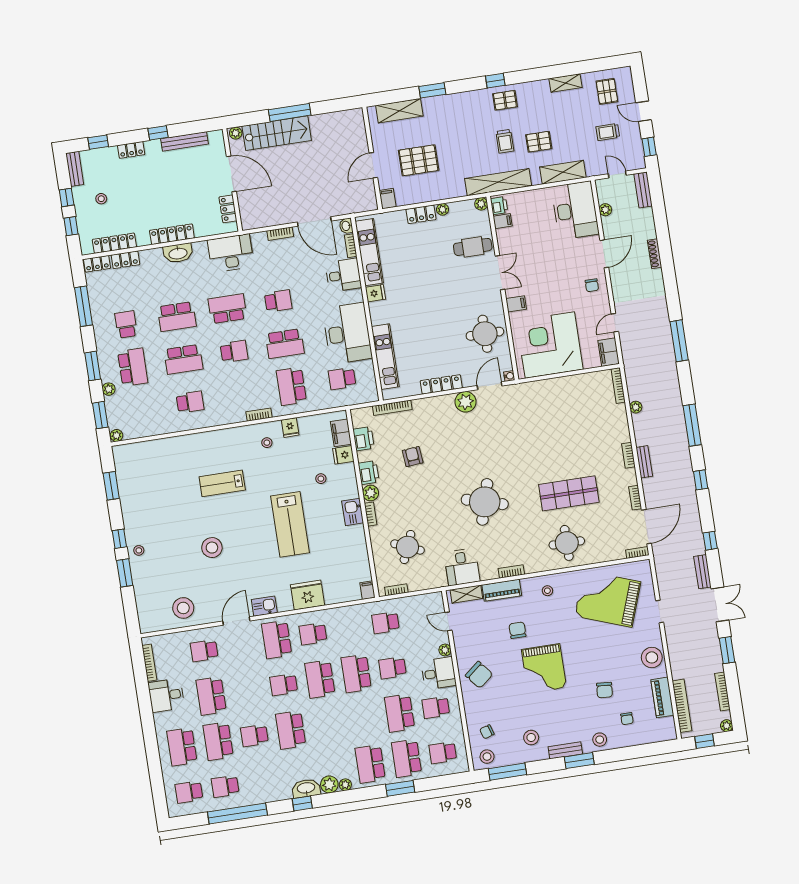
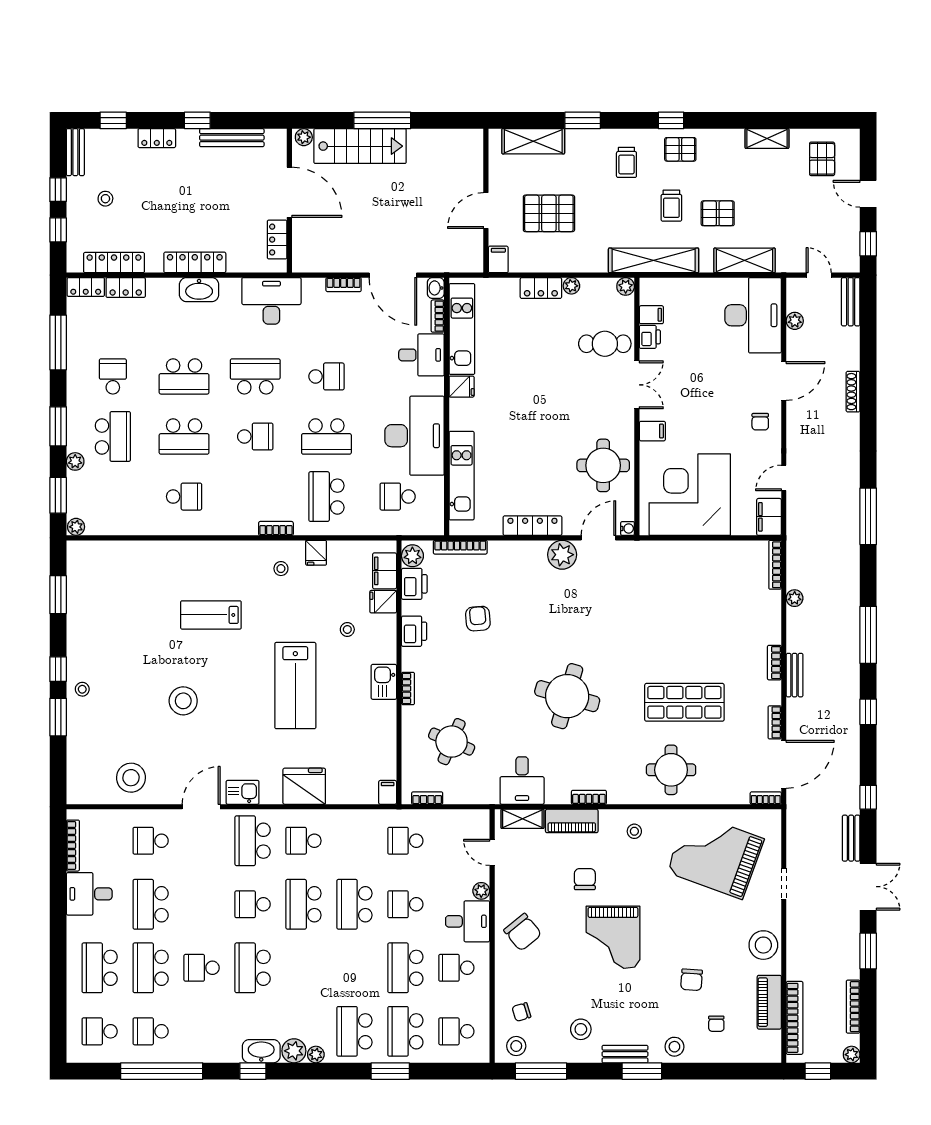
trolley: (608, 132) -> (626, 162), moved, turned -90
printer: (499, 206) -> (650, 337), moved
plant: (371, 493) -> (412, 556), moved

